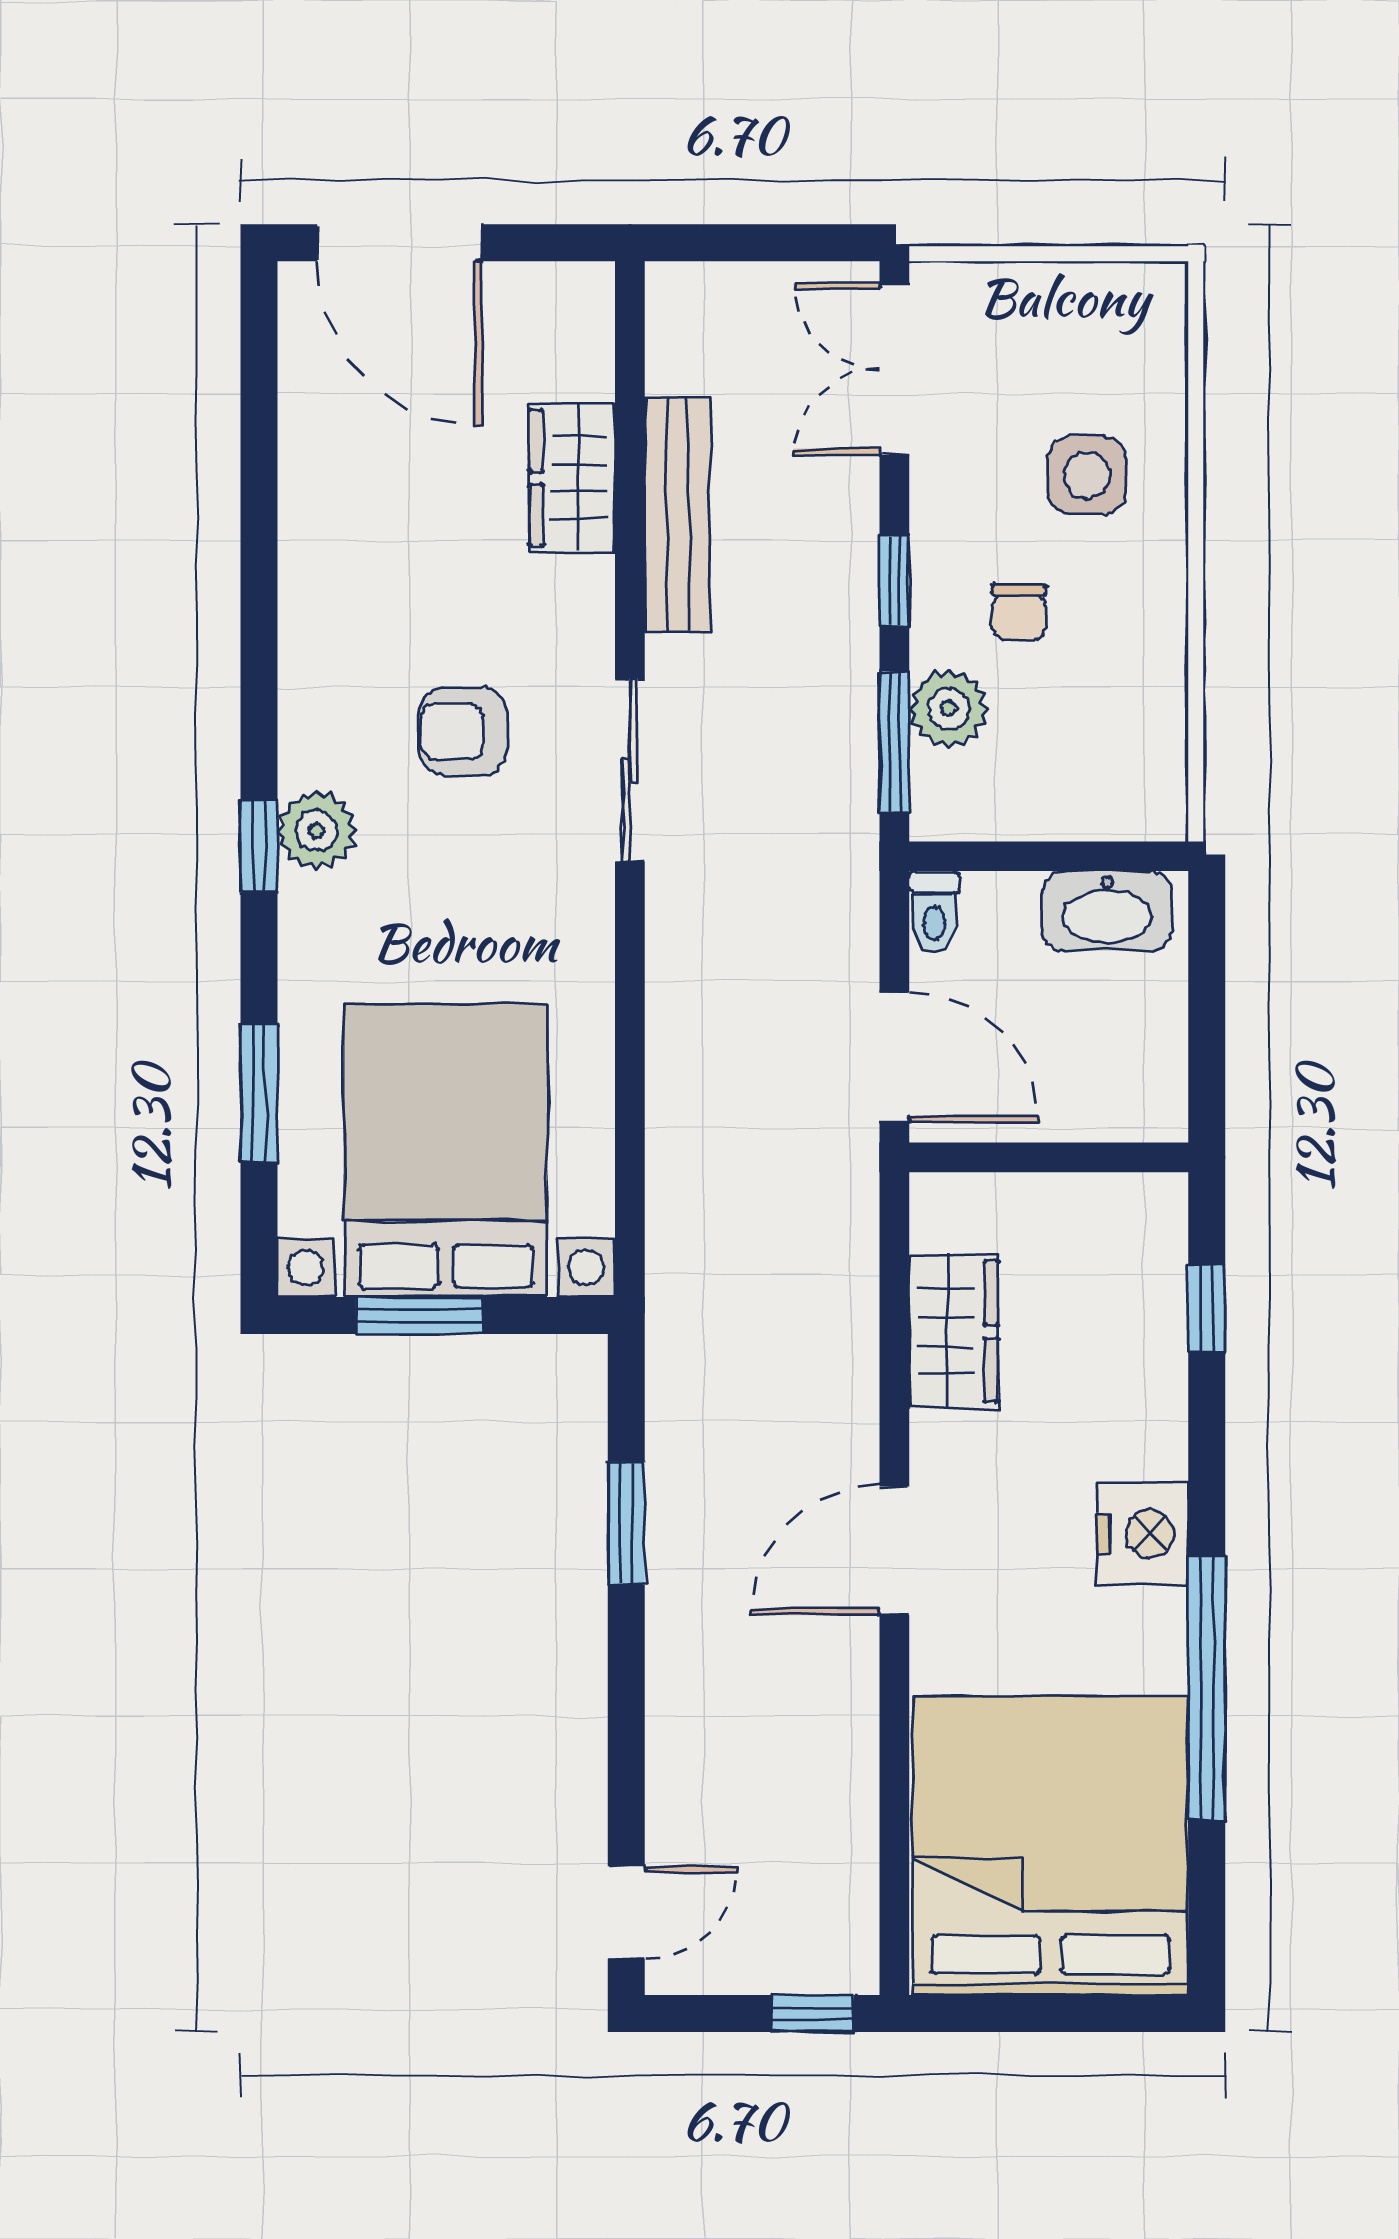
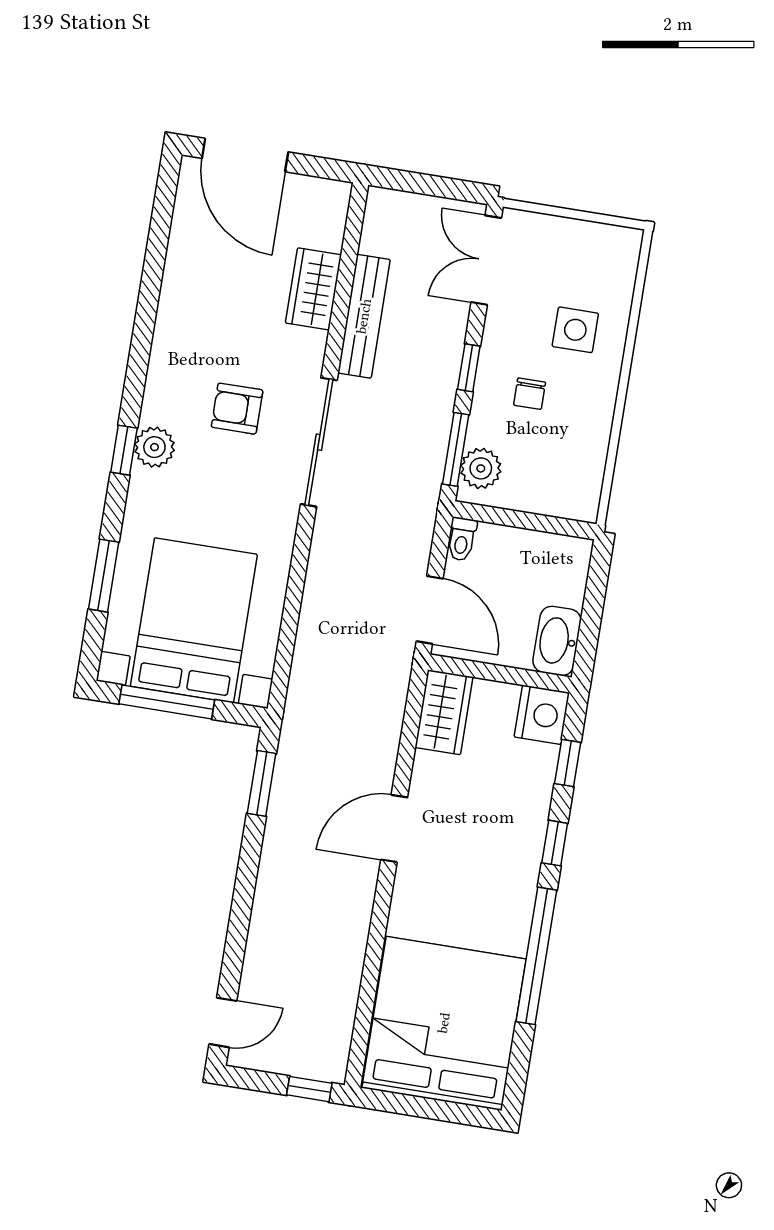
plant: (949, 709) -> (481, 468), moved
sliding door: (630, 770) -> (319, 442), width x1.37
washbasin: (1107, 911) -> (557, 641), moved, turned 90
window: (419, 1315) -> (167, 702), width x1.44
wardrobe: (954, 1331) -> (444, 712), moved
window: (1207, 1466) -> (555, 843), added
window: (626, 1523) -> (262, 783), moved
nightstand: (1142, 1534) -> (542, 715), moved
door: (894, 1551) -> (394, 829), moved

